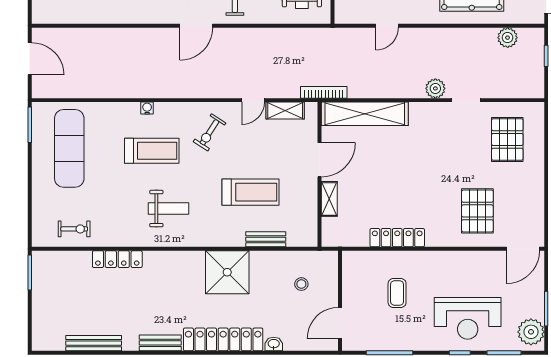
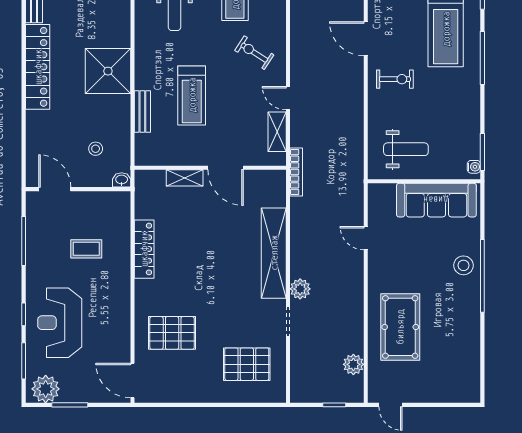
shelving: (365, 114) -> (274, 253), moved
washbasin: (274, 344) -> (122, 180), moved, turned -90

